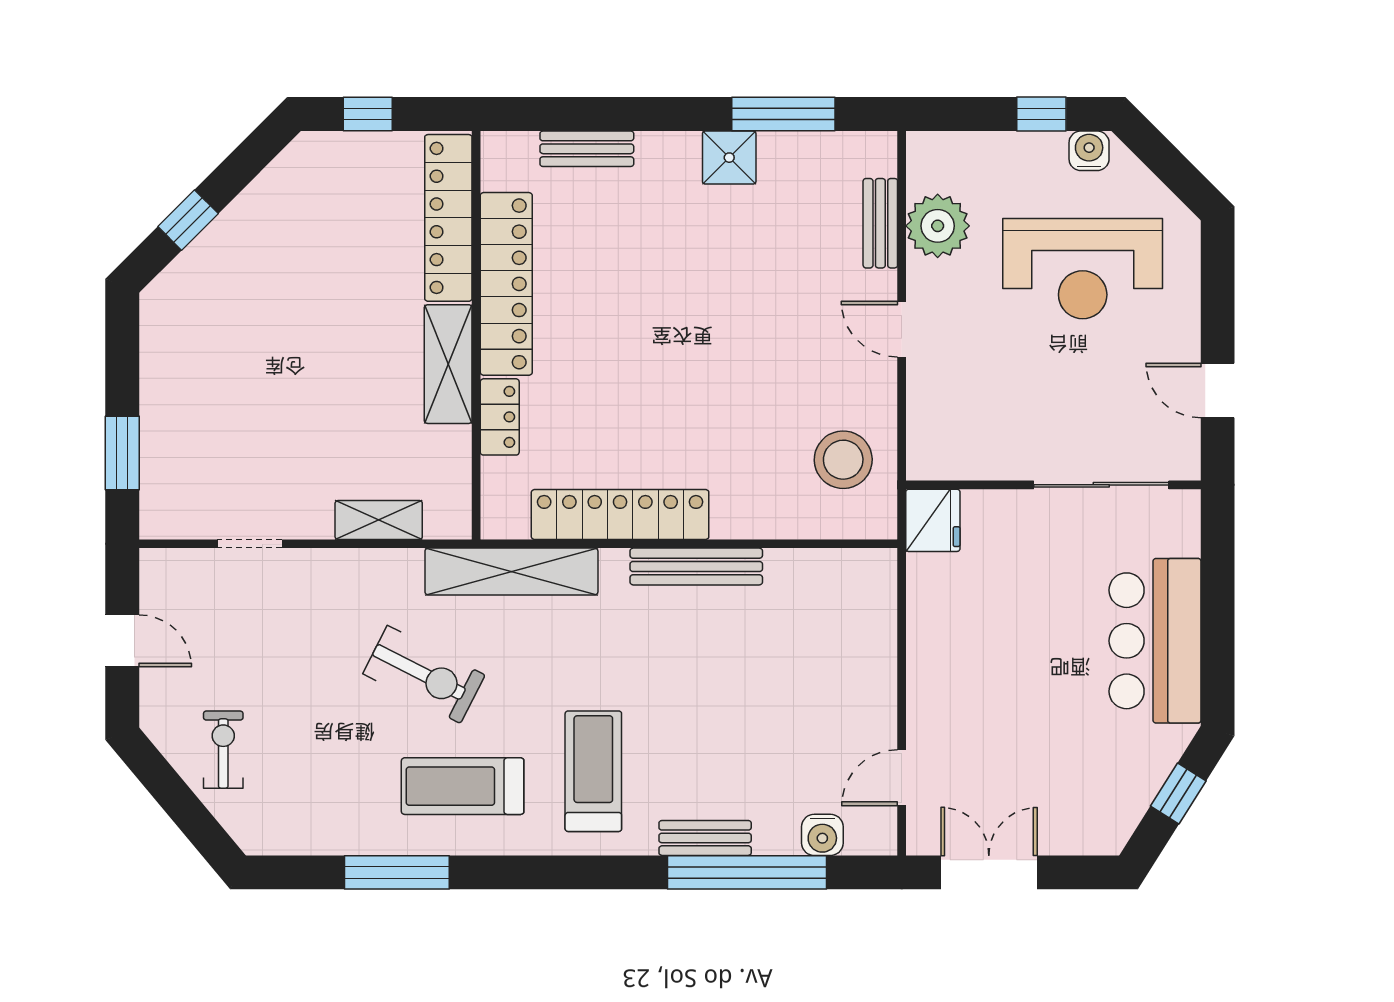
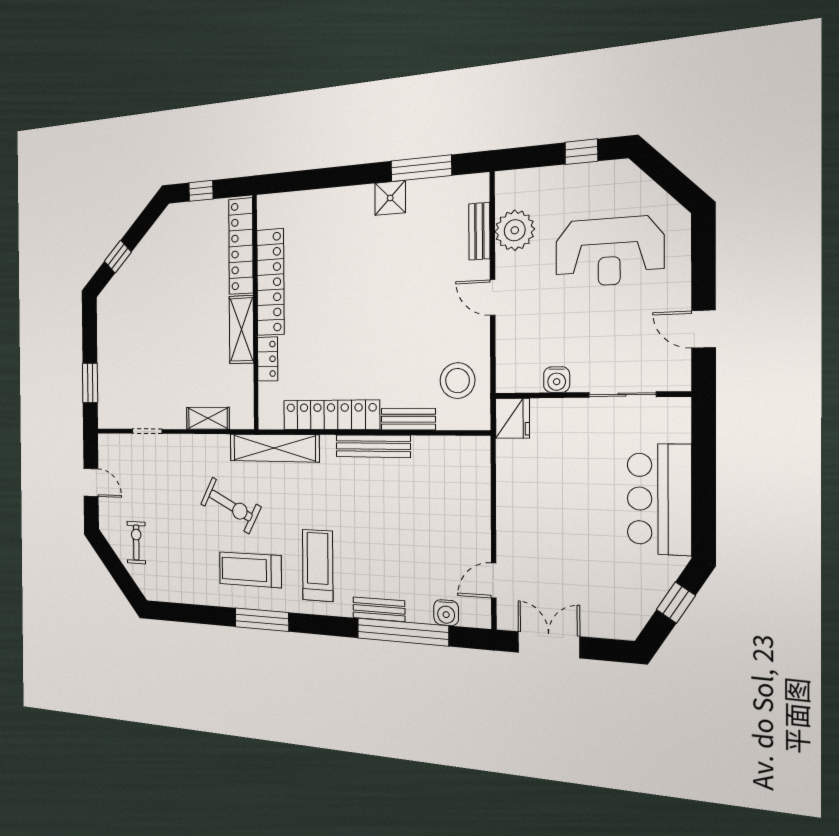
bench: (587, 149) -> (408, 419), moved
water cooler: (1089, 151) -> (557, 380), moved, turned 180
sliding door: (1101, 485) -> (622, 395), width x0.73
window: (397, 872) -> (262, 620), moved

